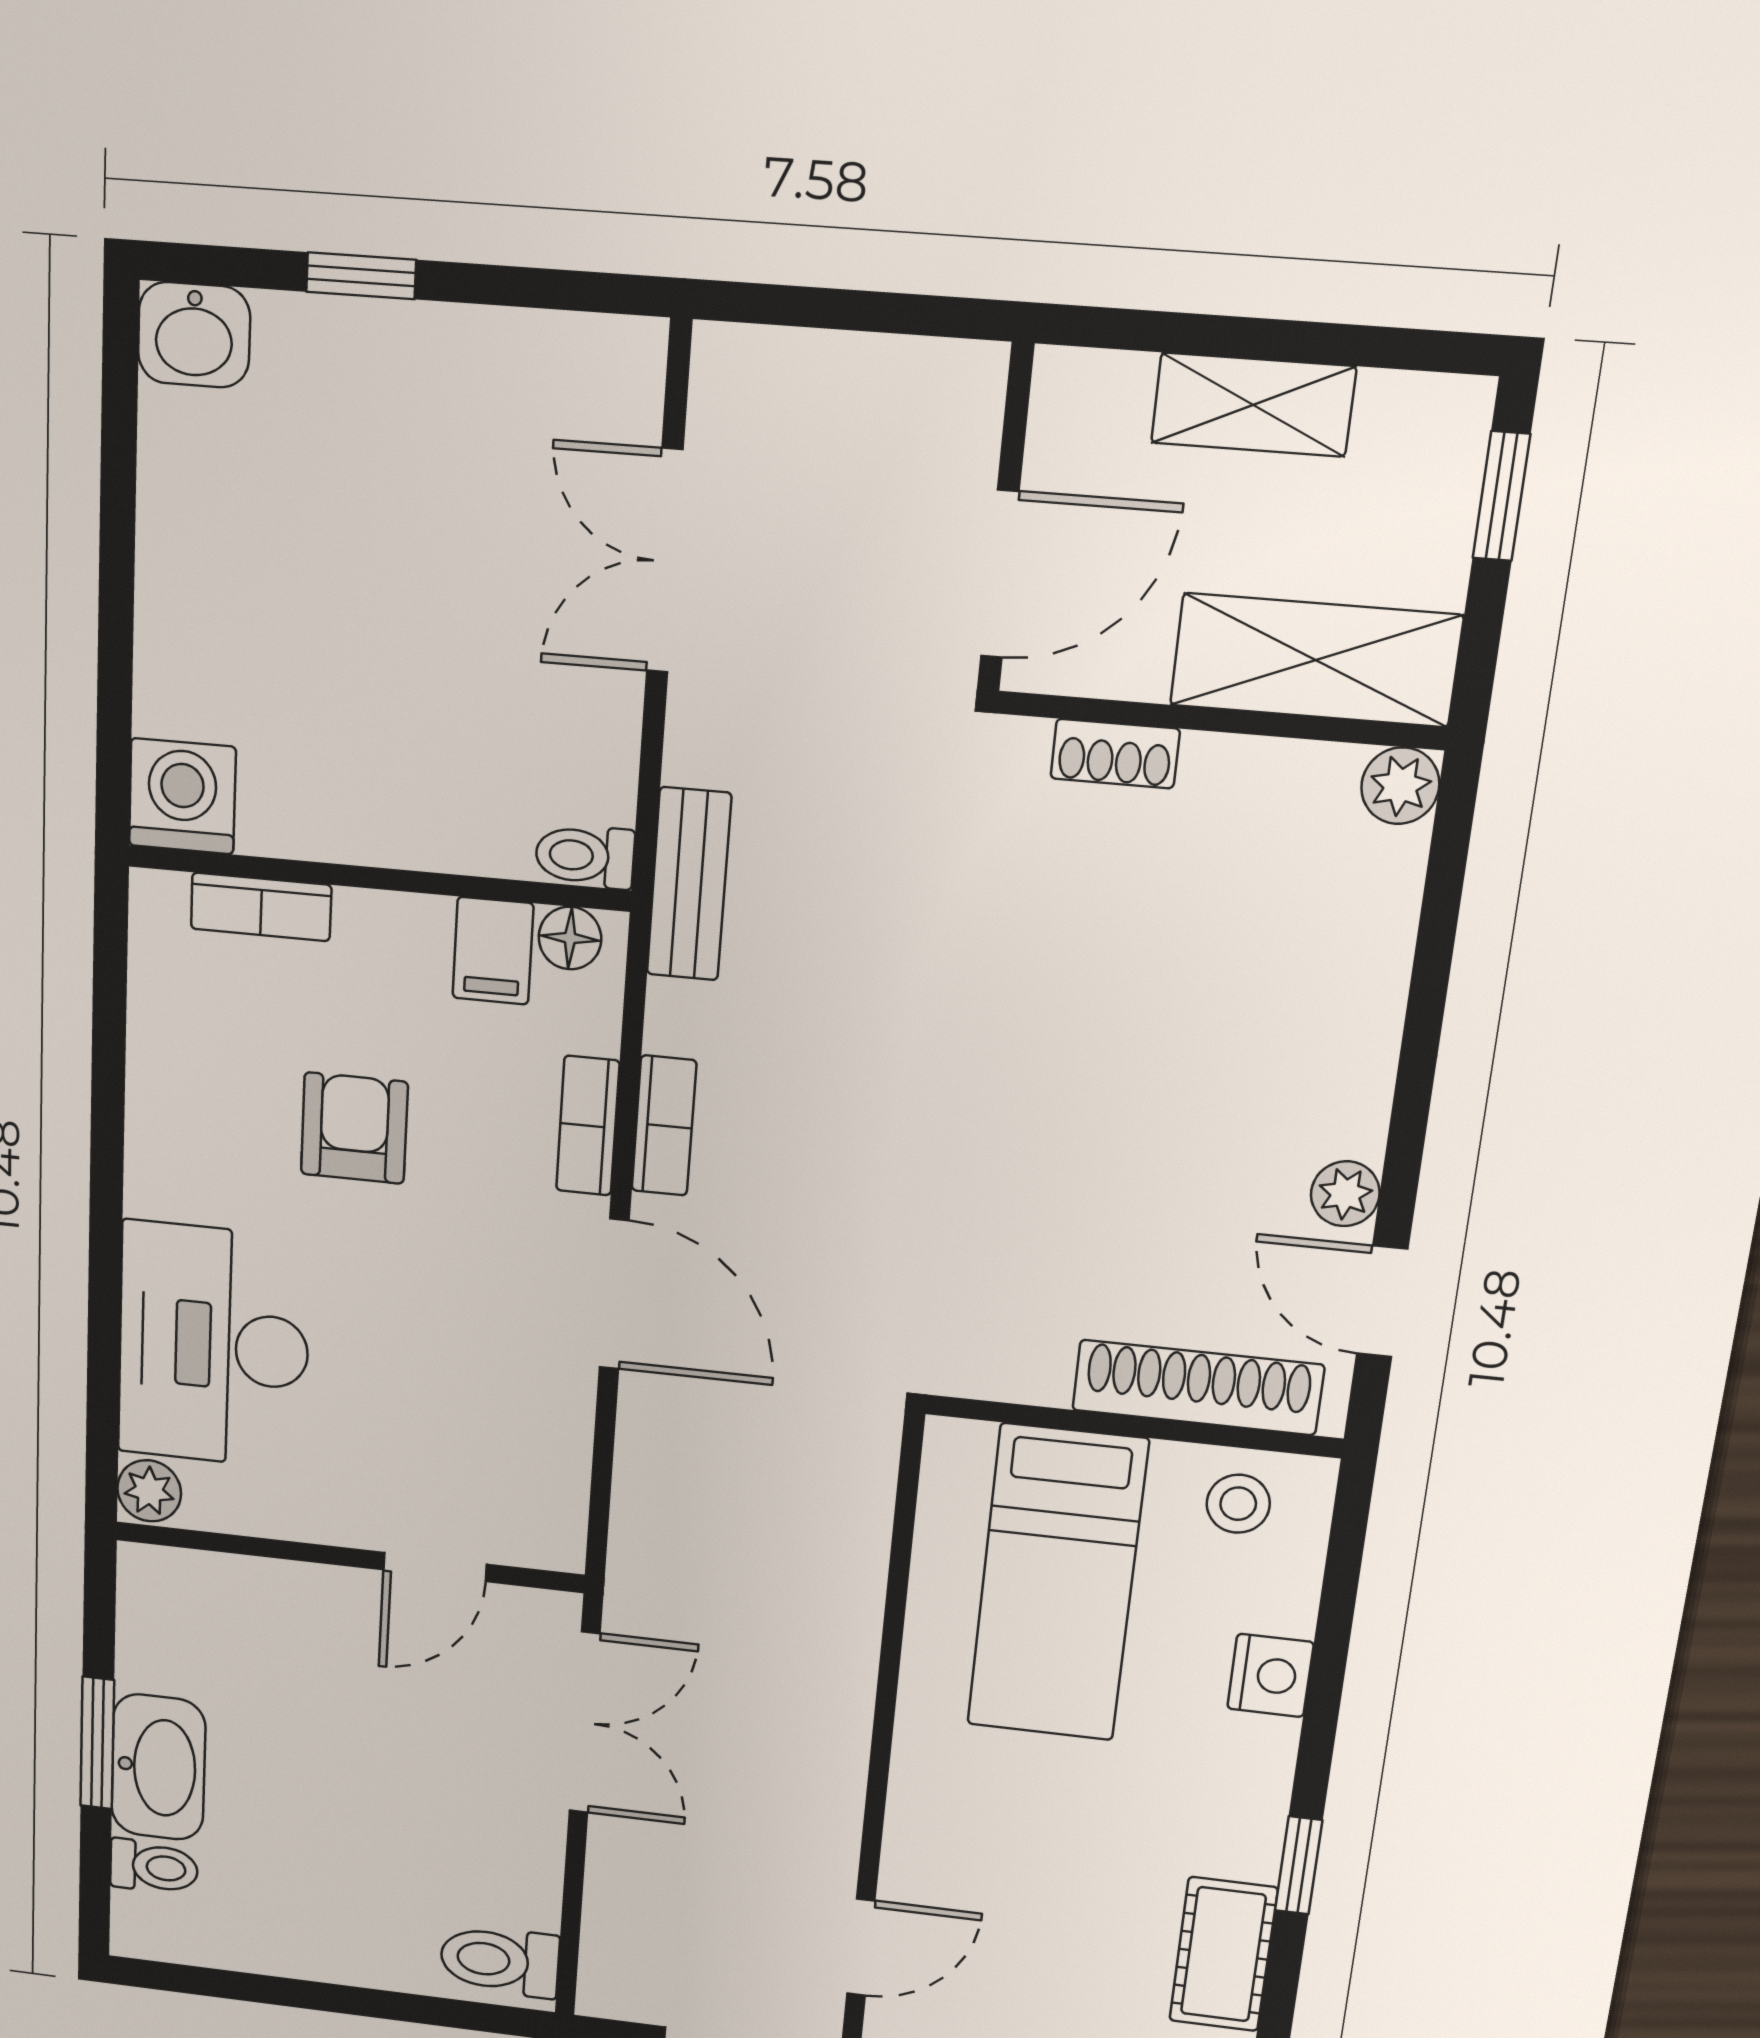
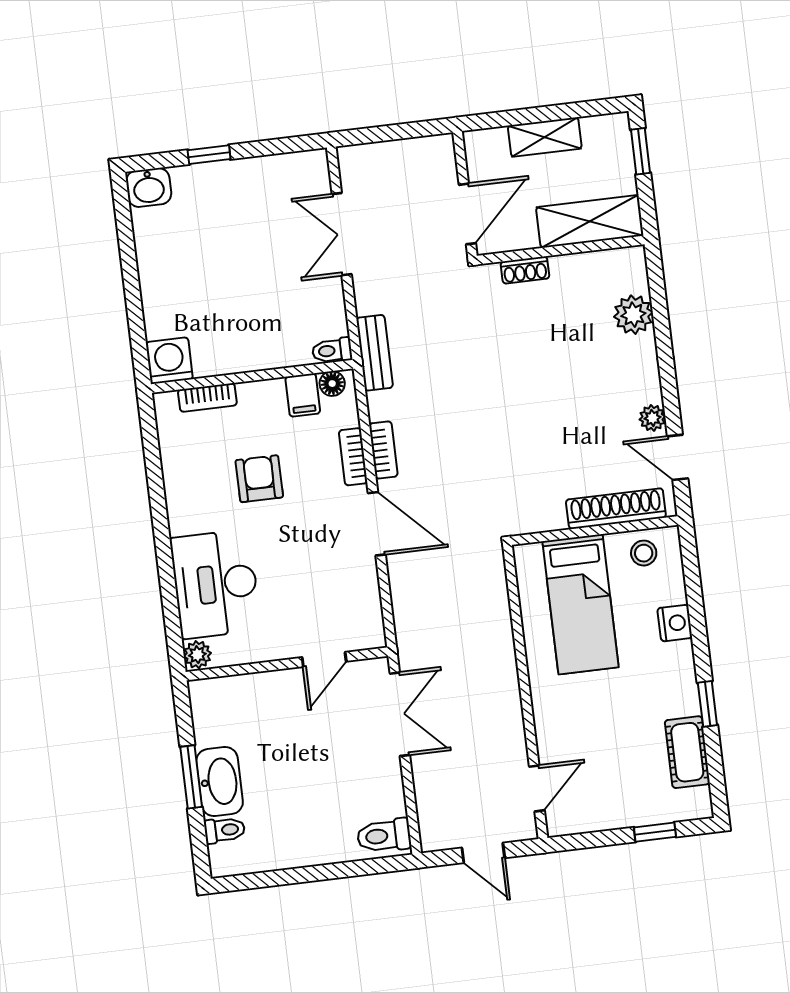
plant: (1400, 786) -> (633, 315), moved, width x1.38, depth x1.38

